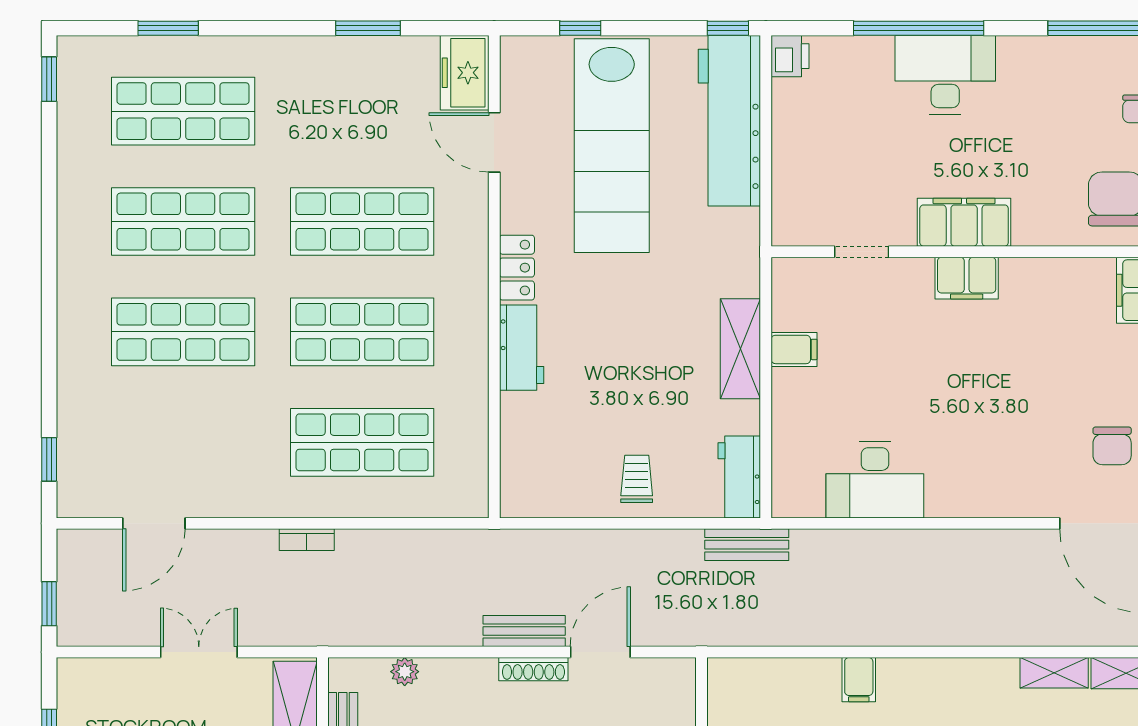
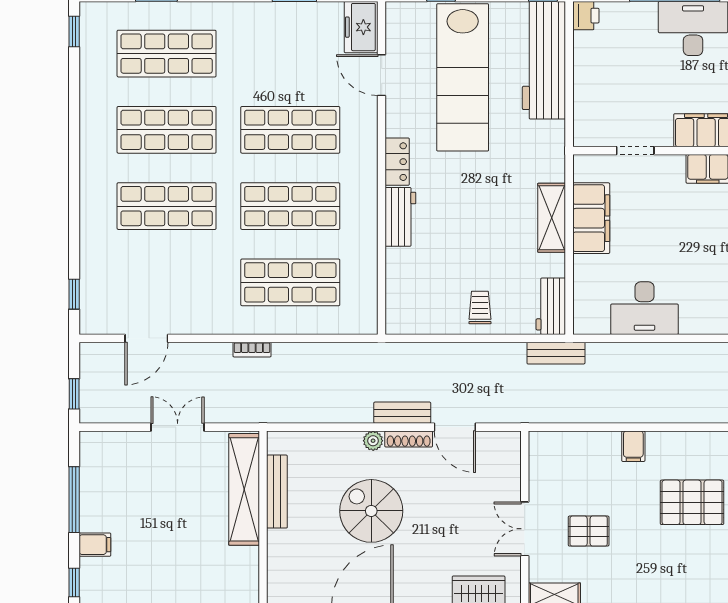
filing cabinet: (794, 349) -> (591, 218), width x3.00, depth x1.17
door: (600, 652) -> (455, 427), swing flipped
plant: (405, 672) -> (373, 441), moved

